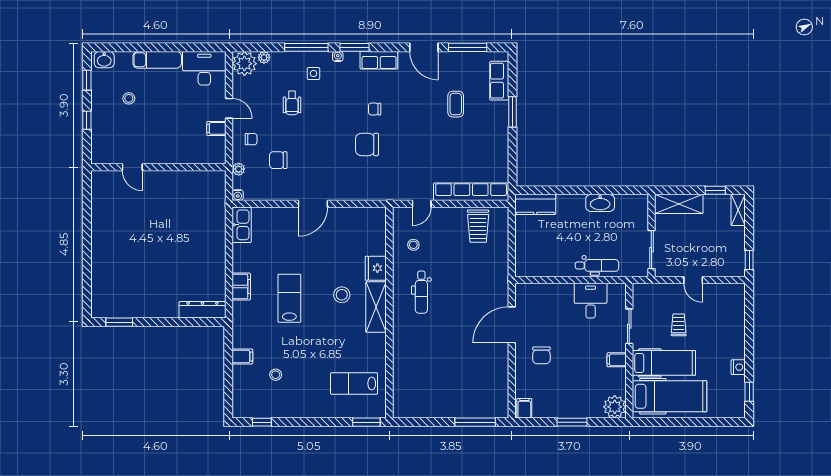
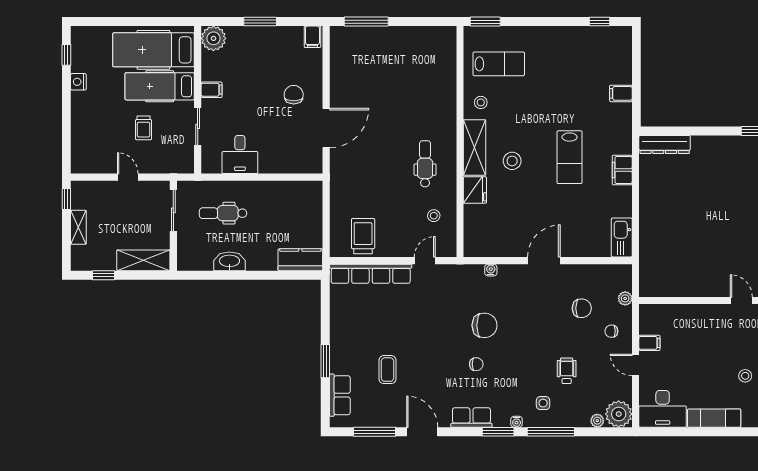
water cooler: (238, 195) -> (491, 270), moved
shelving: (738, 210) -> (78, 227), moved
dental chair: (597, 265) -> (223, 213), moved
stool: (276, 375) -> (481, 102), moved

